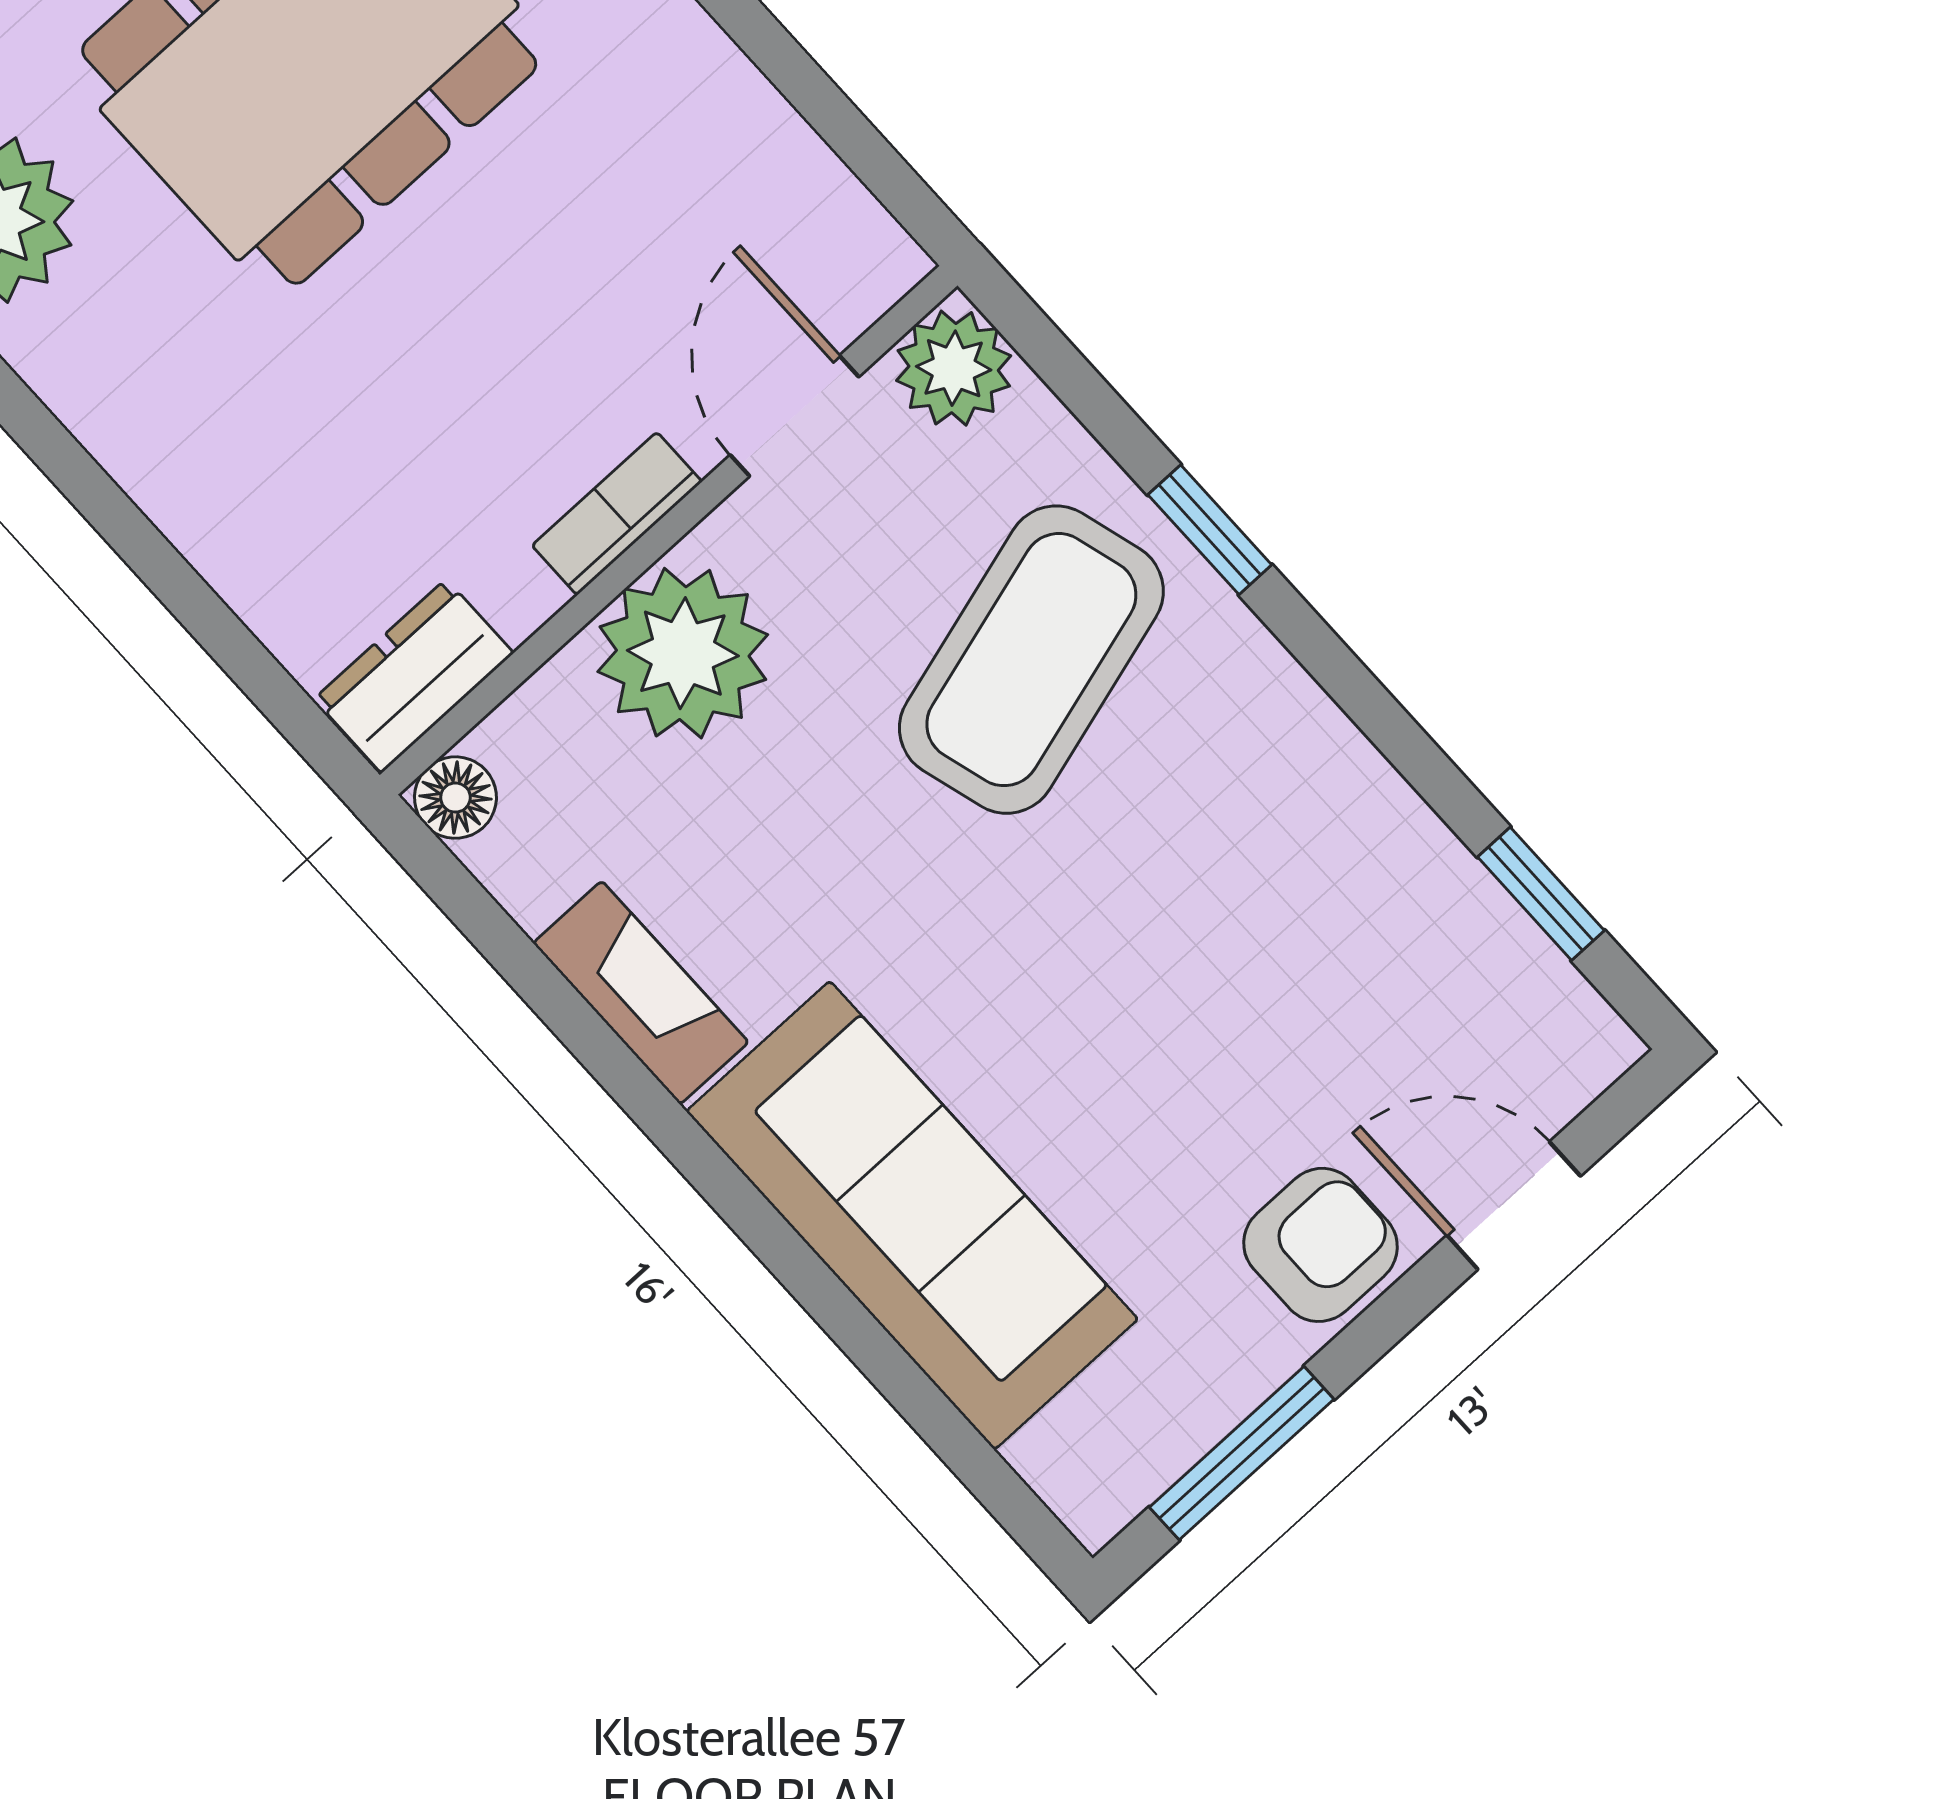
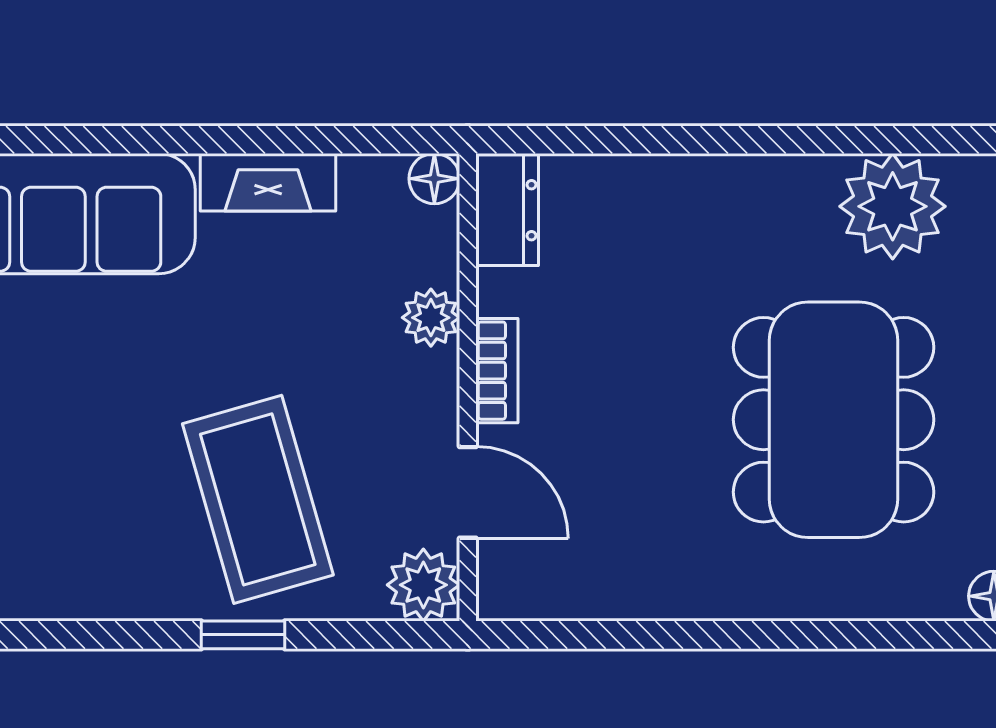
plant: (683, 653) -> (431, 318), width x0.53, depth x0.53

